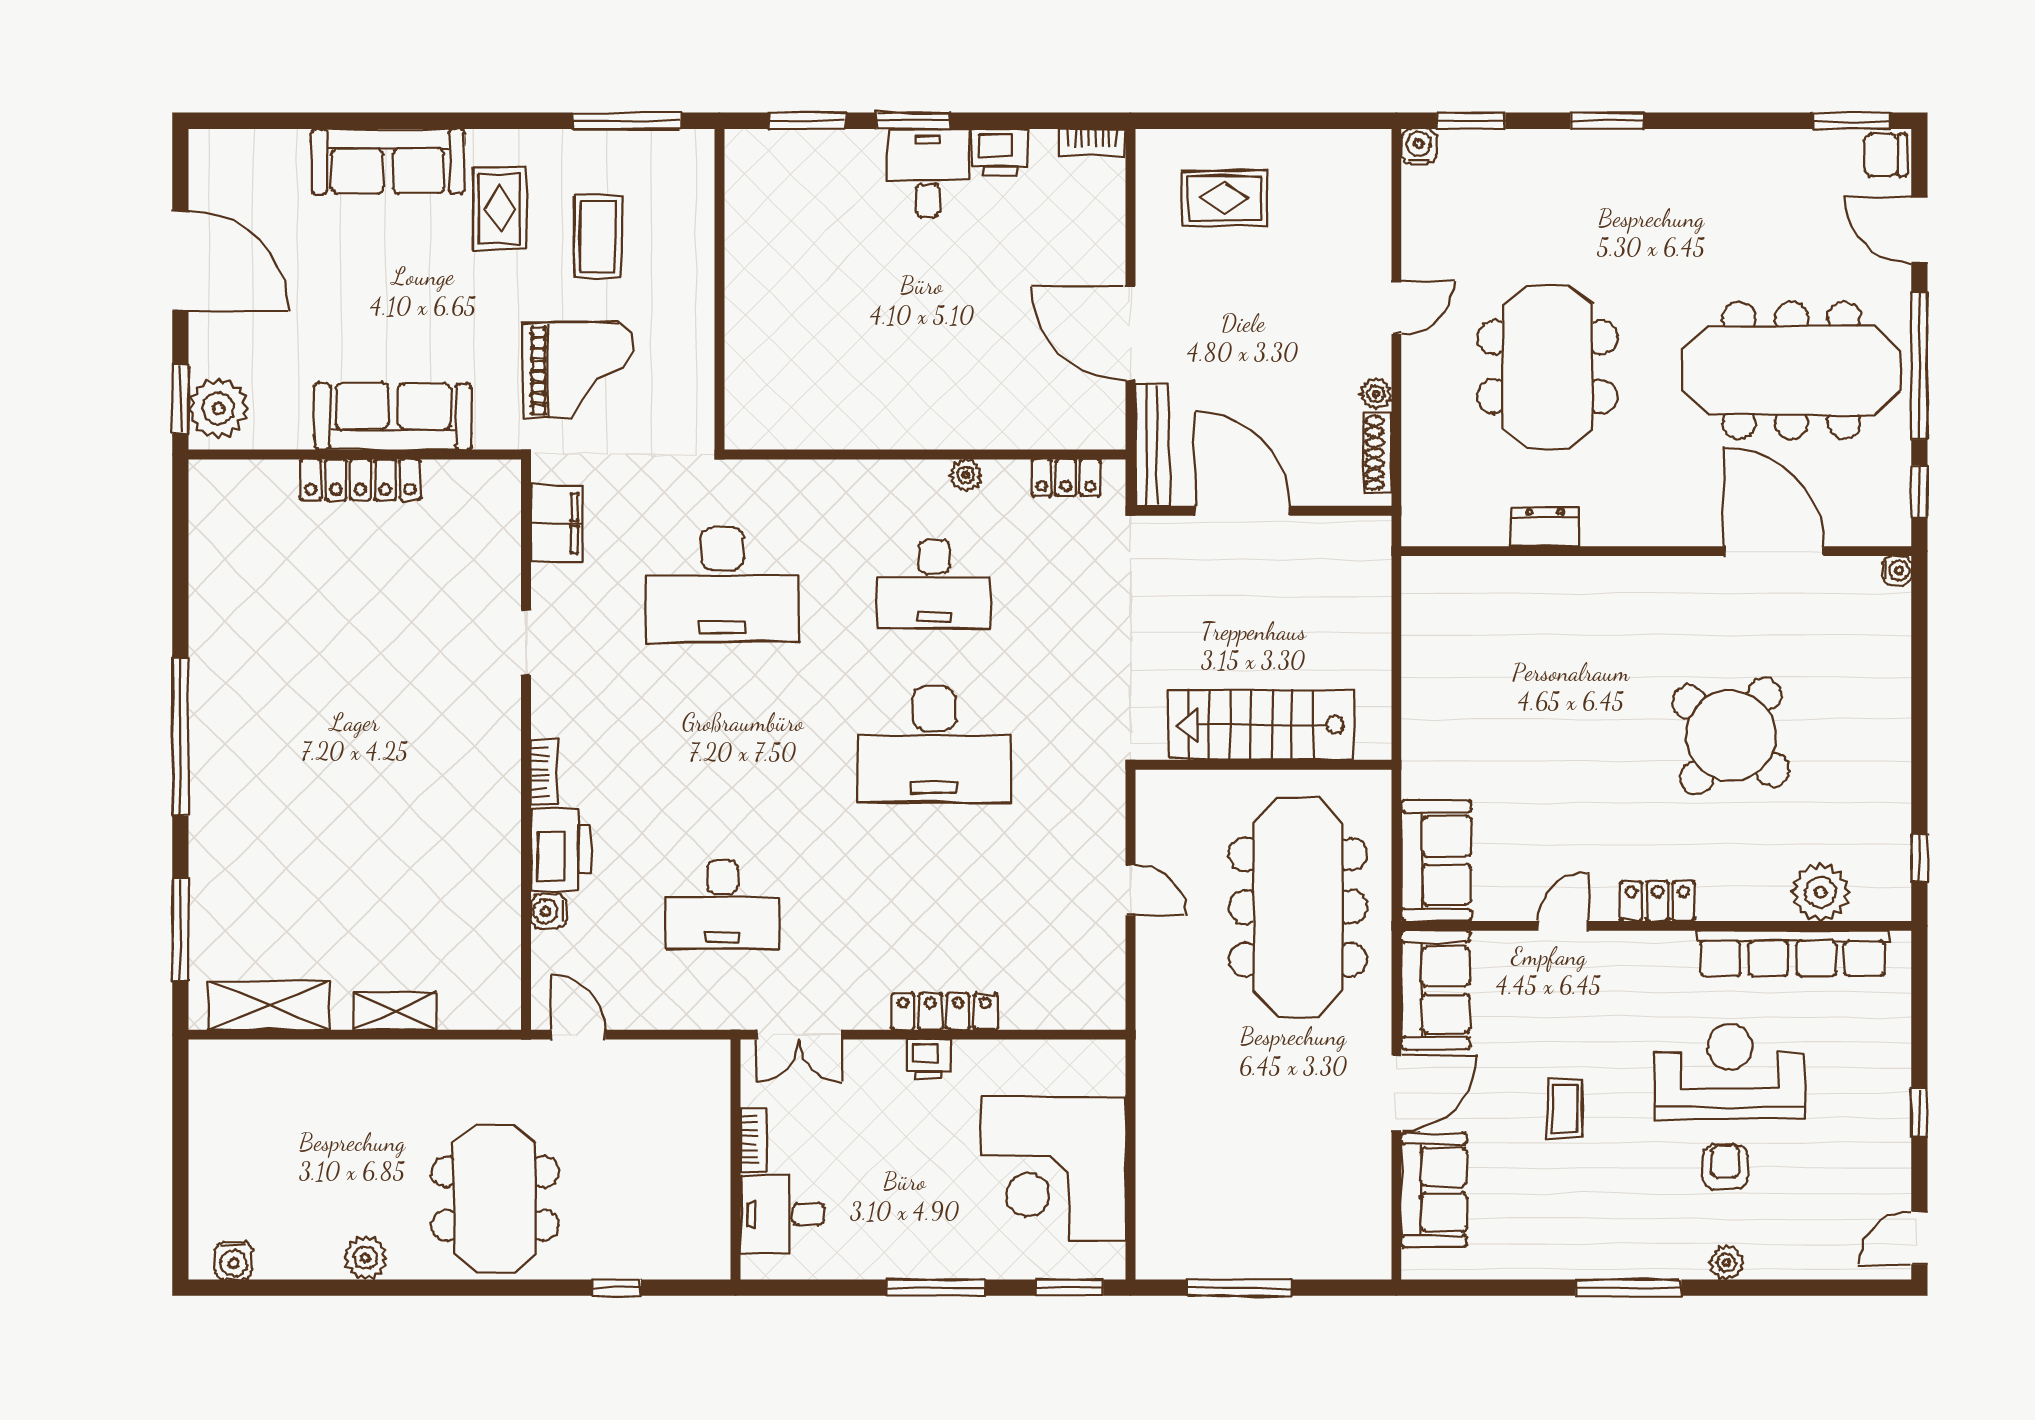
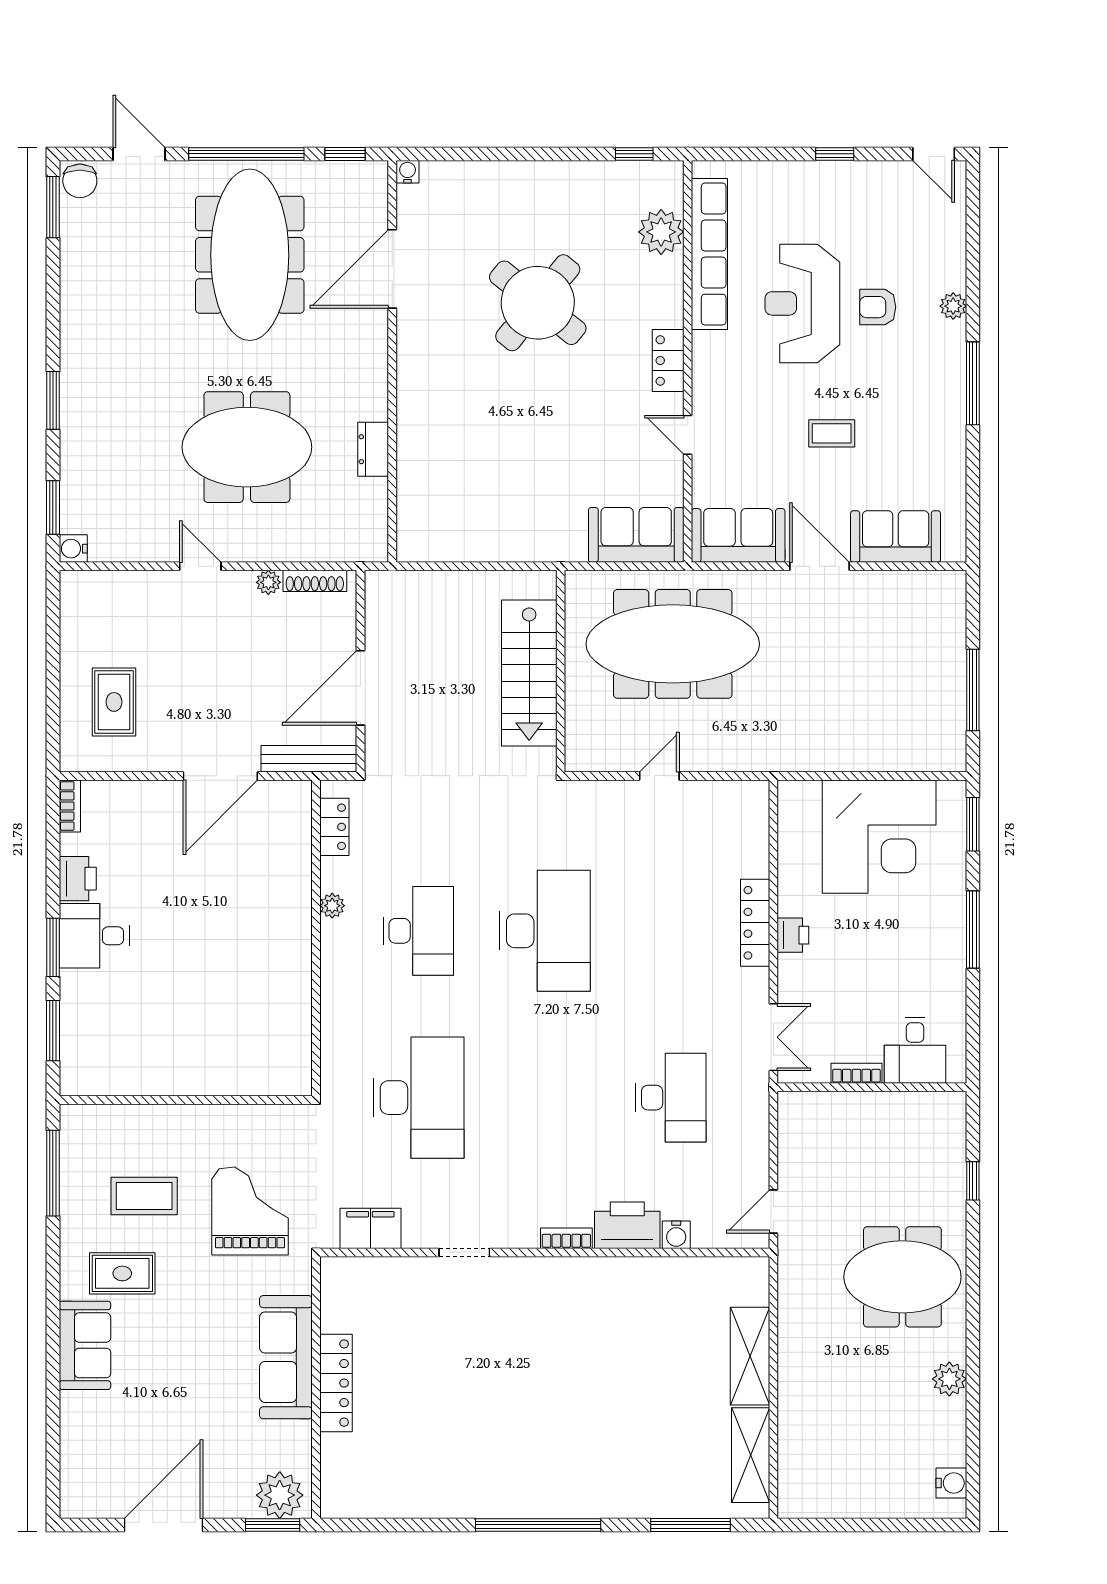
sofa: (388, 161) -> (85, 1345), width x0.73
door: (1919, 230) -> (139, 154), swing flipped
shelving: (395, 1011) -> (750, 1356), width x1.50, depth x1.33

